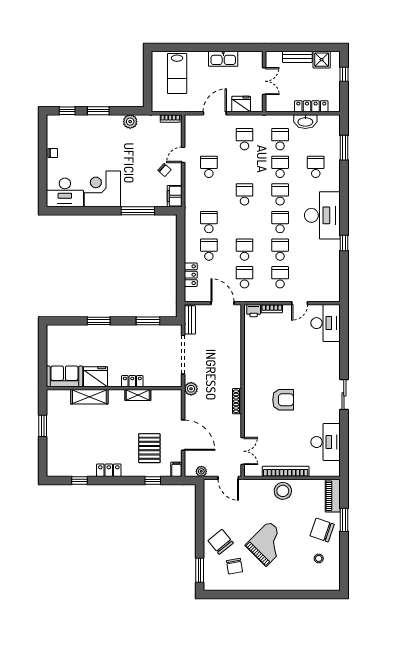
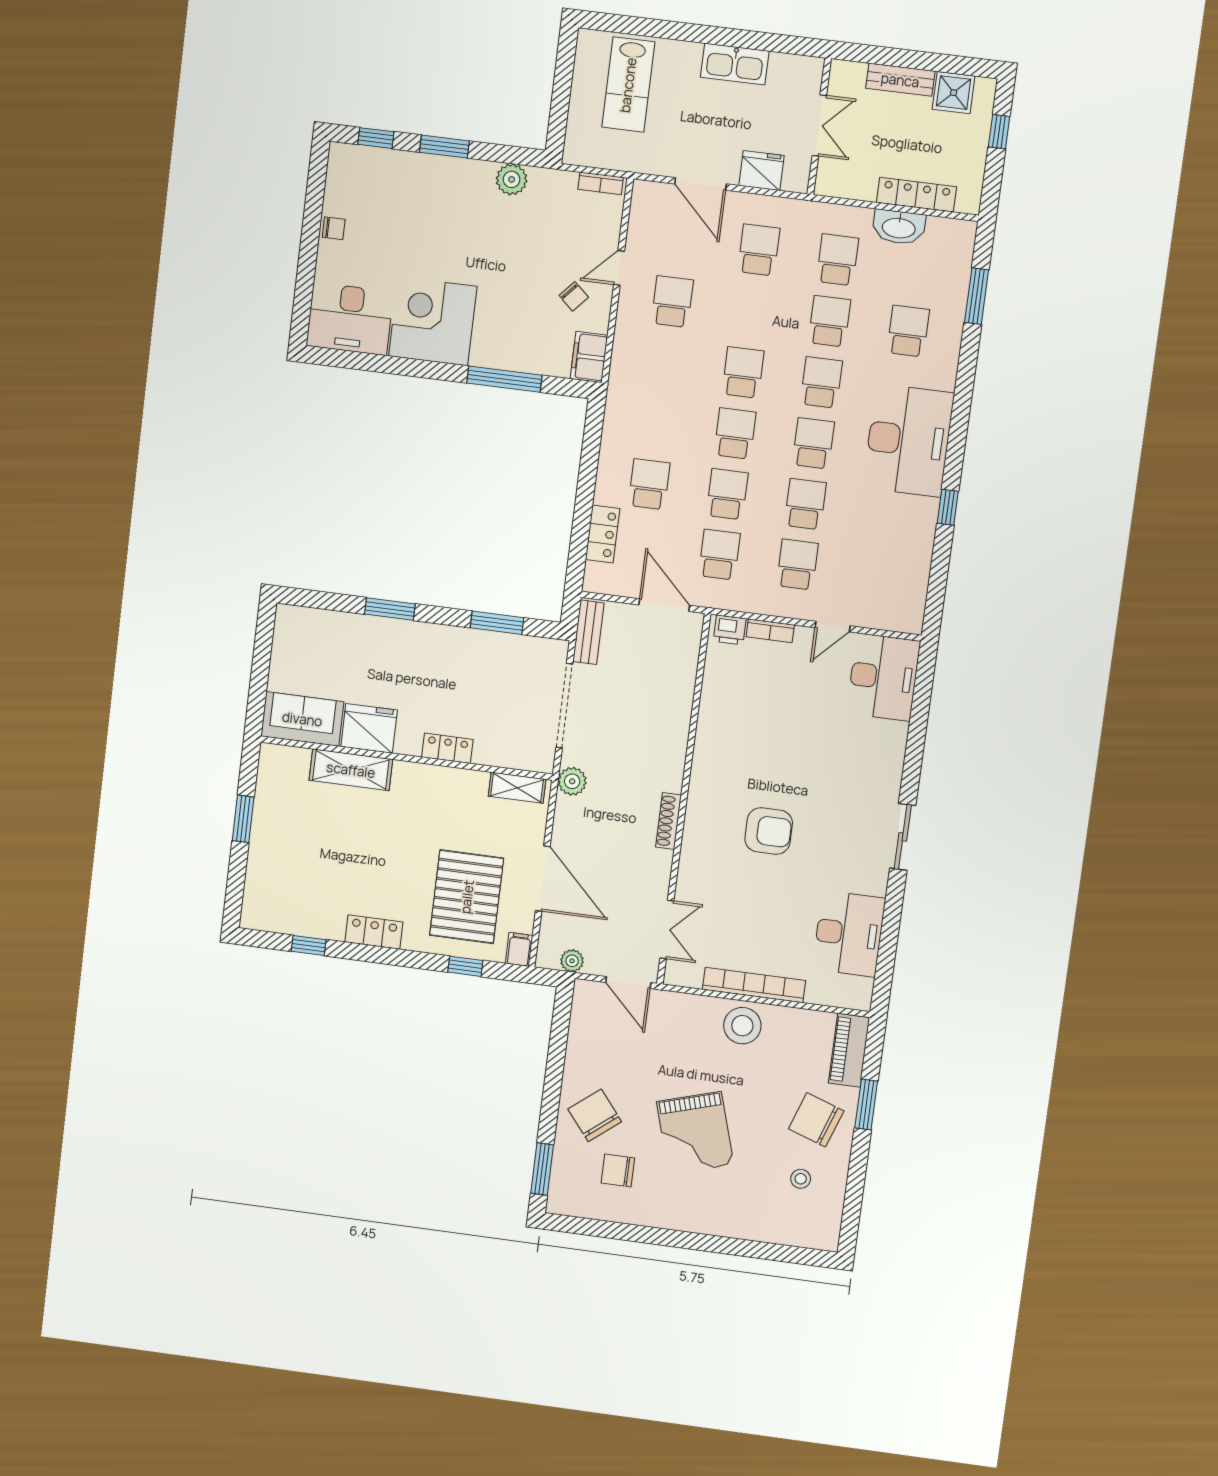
door: (215, 113) -> (700, 184), swing flipped
school desk: (209, 222) -> (735, 433), moved
shelving: (138, 395) -> (517, 788), moved
pallet: (149, 448) -> (467, 897), width x1.37, depth x1.41
grand piano: (268, 544) -> (695, 1133), turned 118
chair: (235, 566) -> (618, 1171), turned 100

